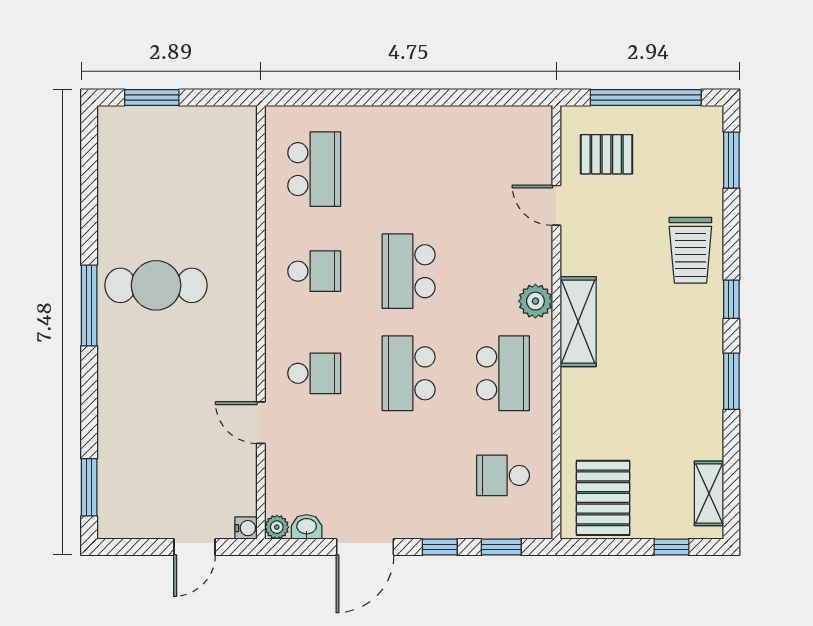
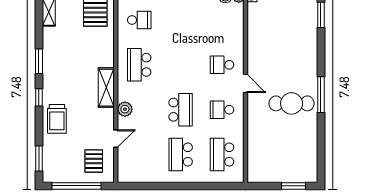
pallet: (607, 154) -> (94, 161), turned 90
door: (556, 205) -> (116, 139), hinge flipped
trolley: (690, 250) -> (57, 119), turned 180
plant: (535, 301) -> (125, 109), moved
school desk: (409, 373) -> (181, 155), moved, turned 180
door: (261, 423) -> (245, 83), moved

